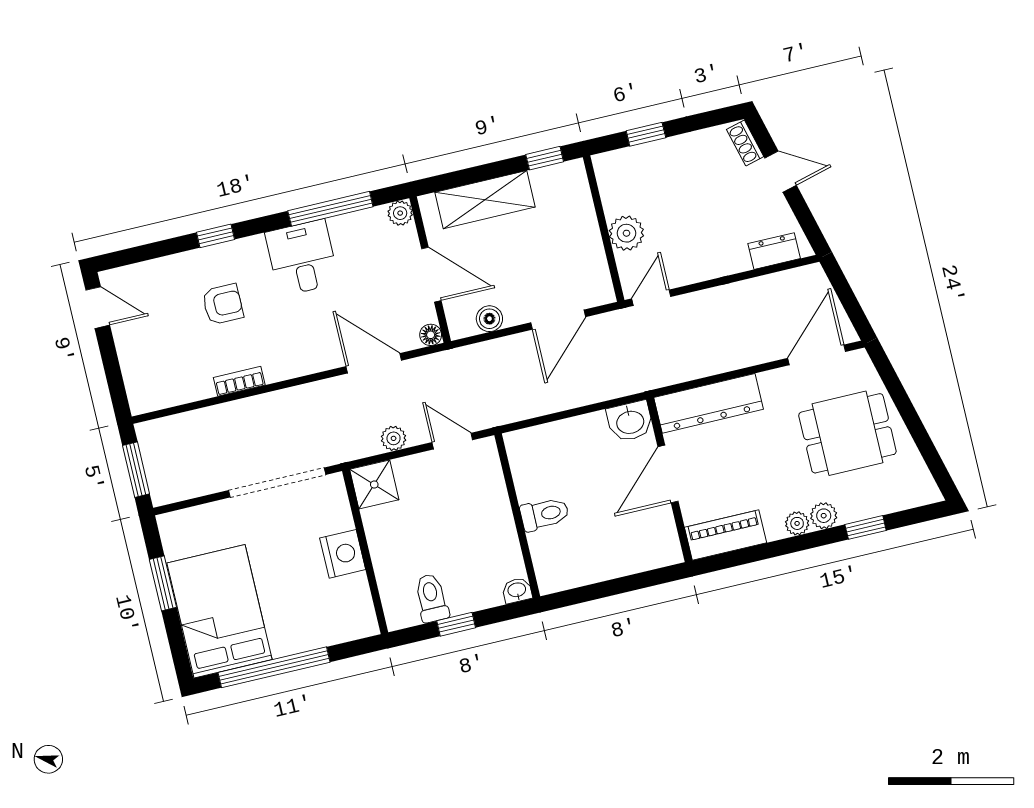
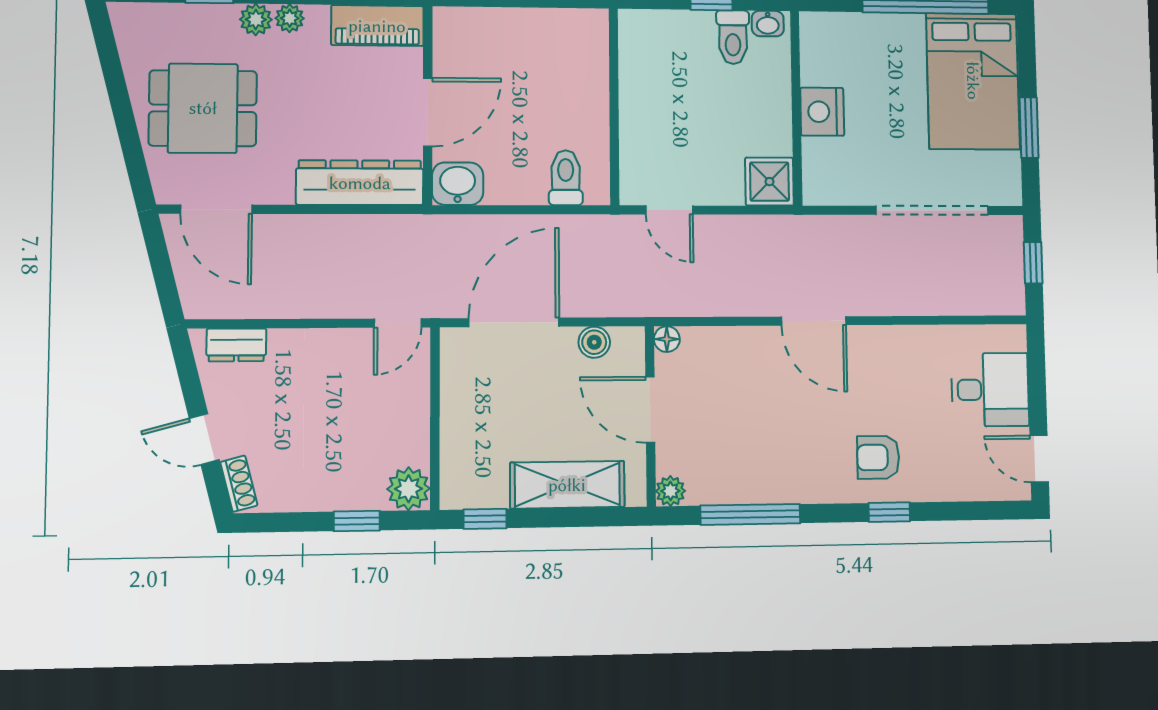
plant: (626, 233) -> (409, 489), moved
desk: (302, 258) -> (990, 390), moved, turned -90
armchair: (223, 304) -> (878, 457), moved
door: (558, 320) -> (514, 322), width x1.36
door: (817, 355) -> (216, 209), hinge flipped
door: (374, 363) -> (814, 321), moved
bookcase: (239, 381) -> (897, 336), removed
plant: (394, 438) -> (736, 229), removed
window: (136, 470) -> (1033, 263), width x0.67
doorway: (277, 483) -> (932, 210), moved
toilet: (545, 514) -> (566, 178), moved, turned 90
washbasin: (517, 590) -> (768, 24), moved

